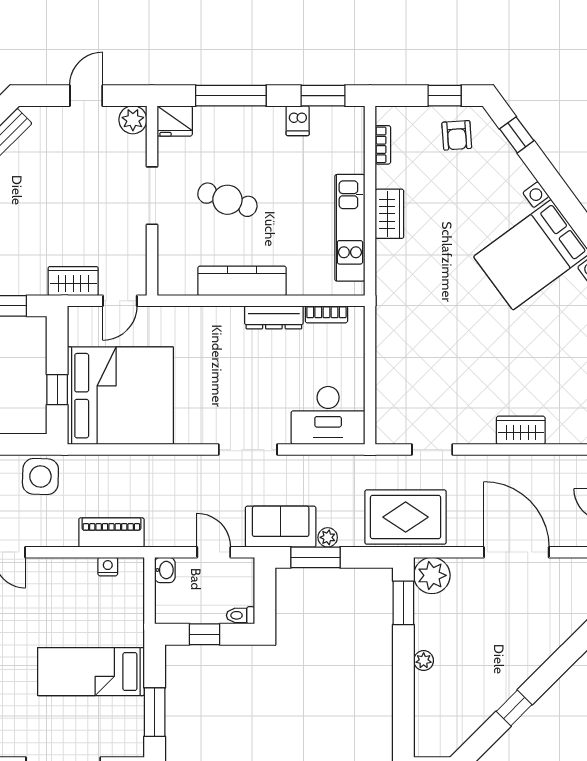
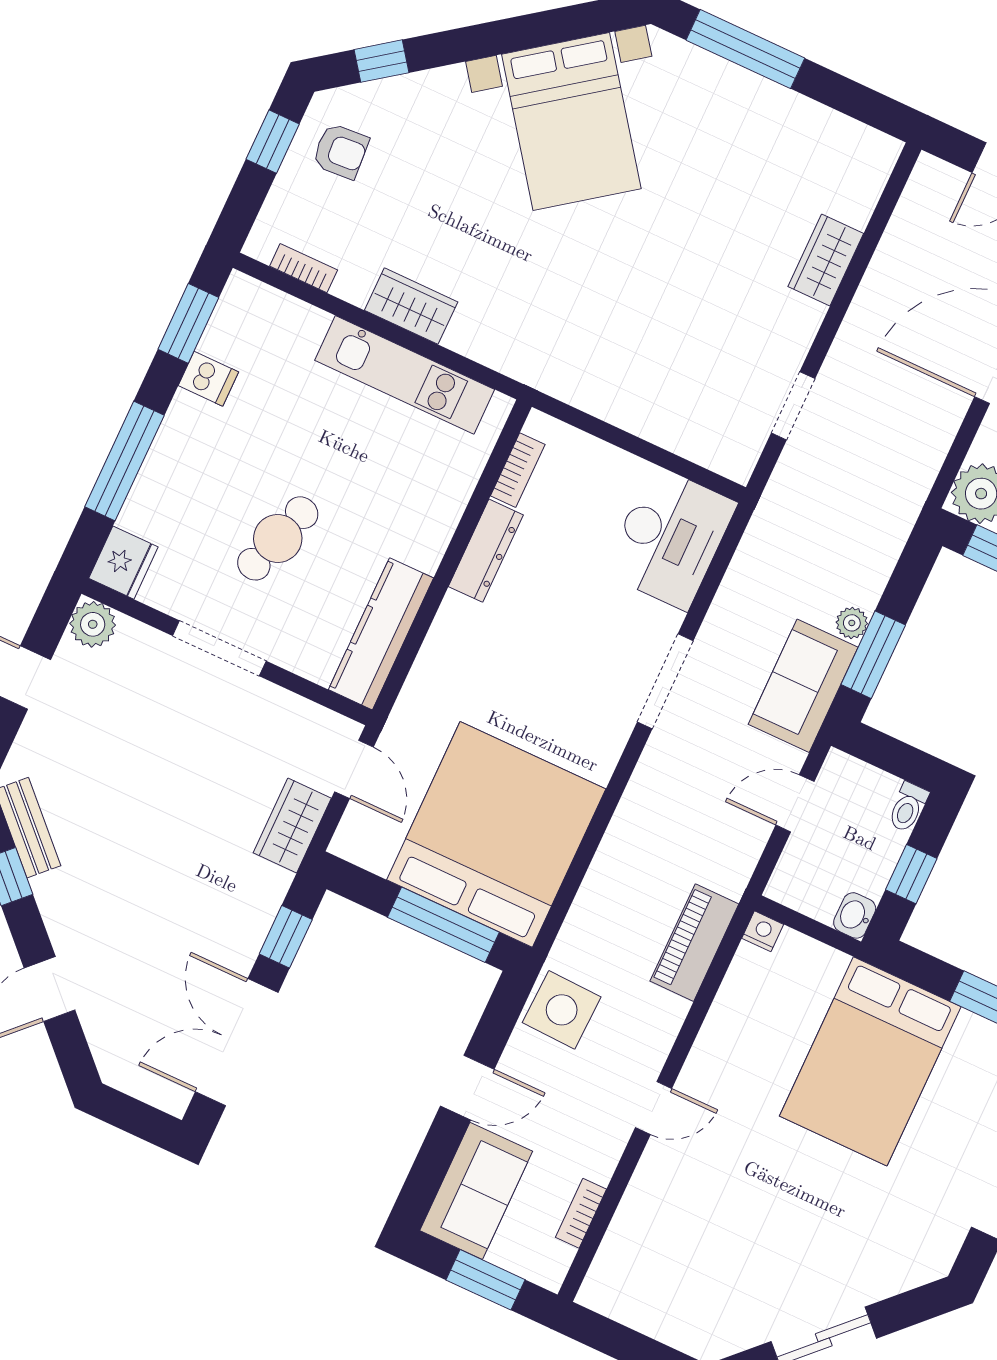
kitchen counter: (242, 281) -> (381, 634), moved
window: (57, 390) -> (443, 925), width x2.17
rug: (406, 517) -> (875, 492), removed
nightstand: (108, 567) -> (763, 931), moved, turned 90
washbasin: (165, 570) -> (855, 915), moved, turned -90
bed: (91, 672) -> (870, 1061), width x1.50

